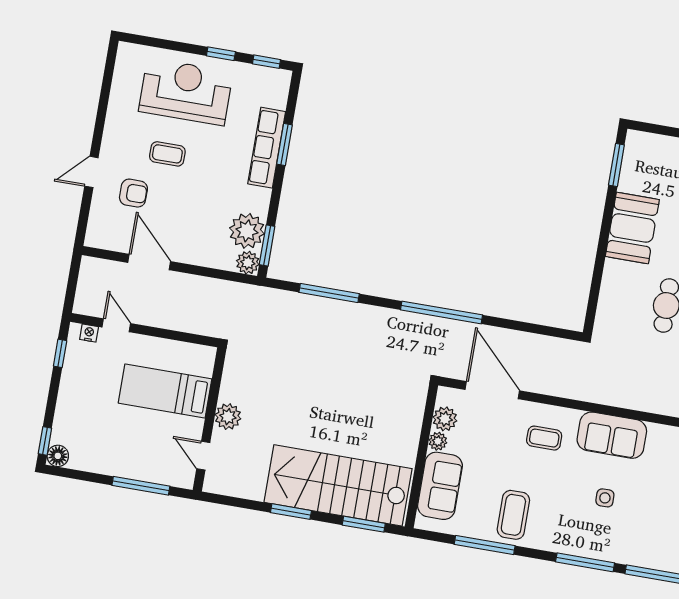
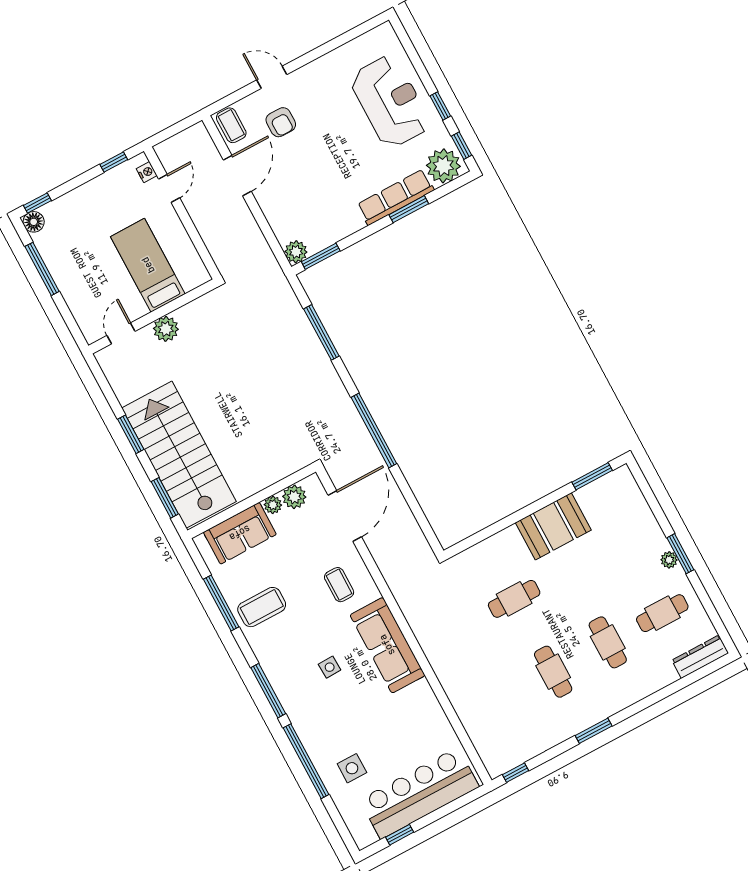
coffee table: (167, 154) -> (231, 125), moved
plant: (247, 231) -> (443, 166), moved
sofa: (612, 435) -> (387, 645), width x1.36
window: (141, 486) -> (42, 269), moved

